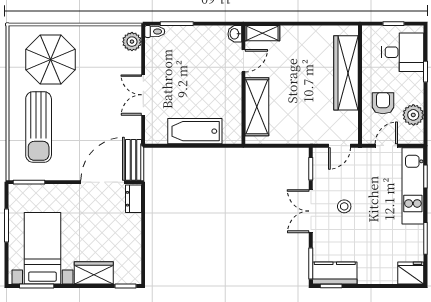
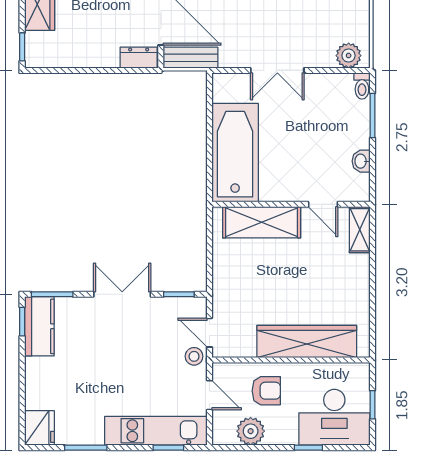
washbasin: (235, 34) -> (361, 161), moved, turned -90
desk: (403, 52) -> (334, 417), width x1.37
double door: (143, 95) -> (277, 70), swing flipped
bathtub: (195, 131) -> (235, 153), width x1.36, depth x1.36
stool: (344, 206) -> (194, 356), moved

